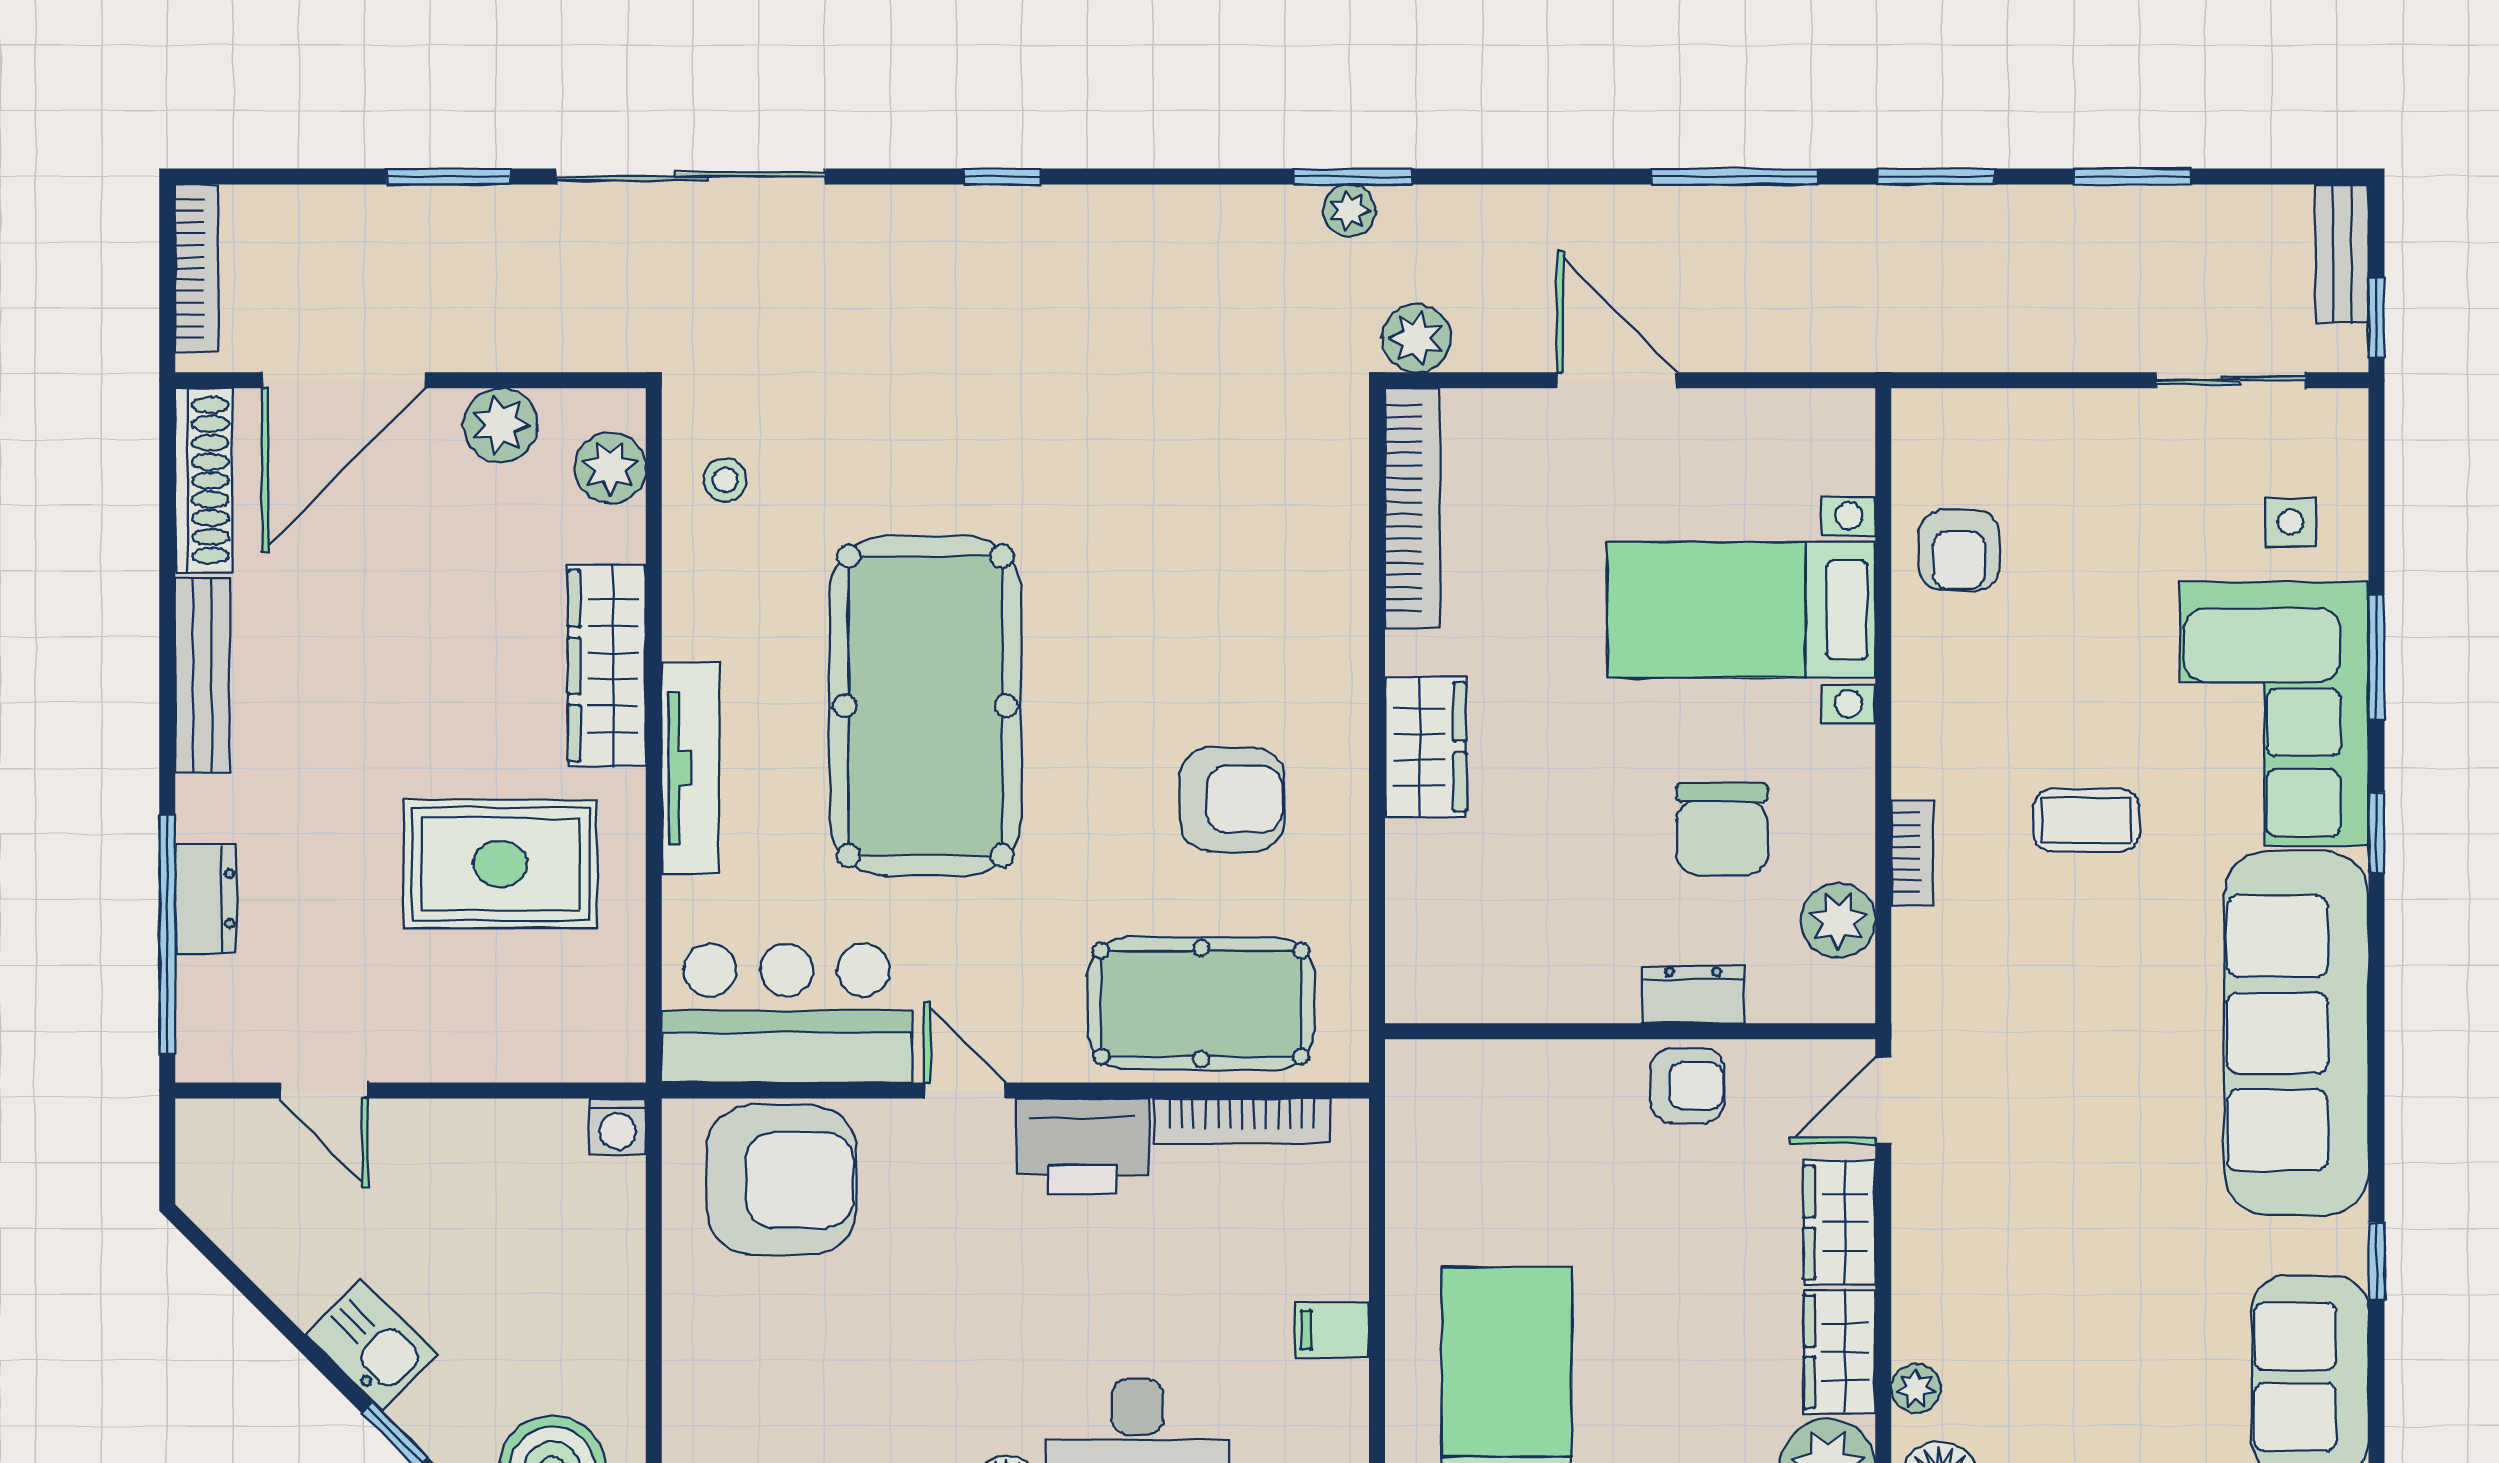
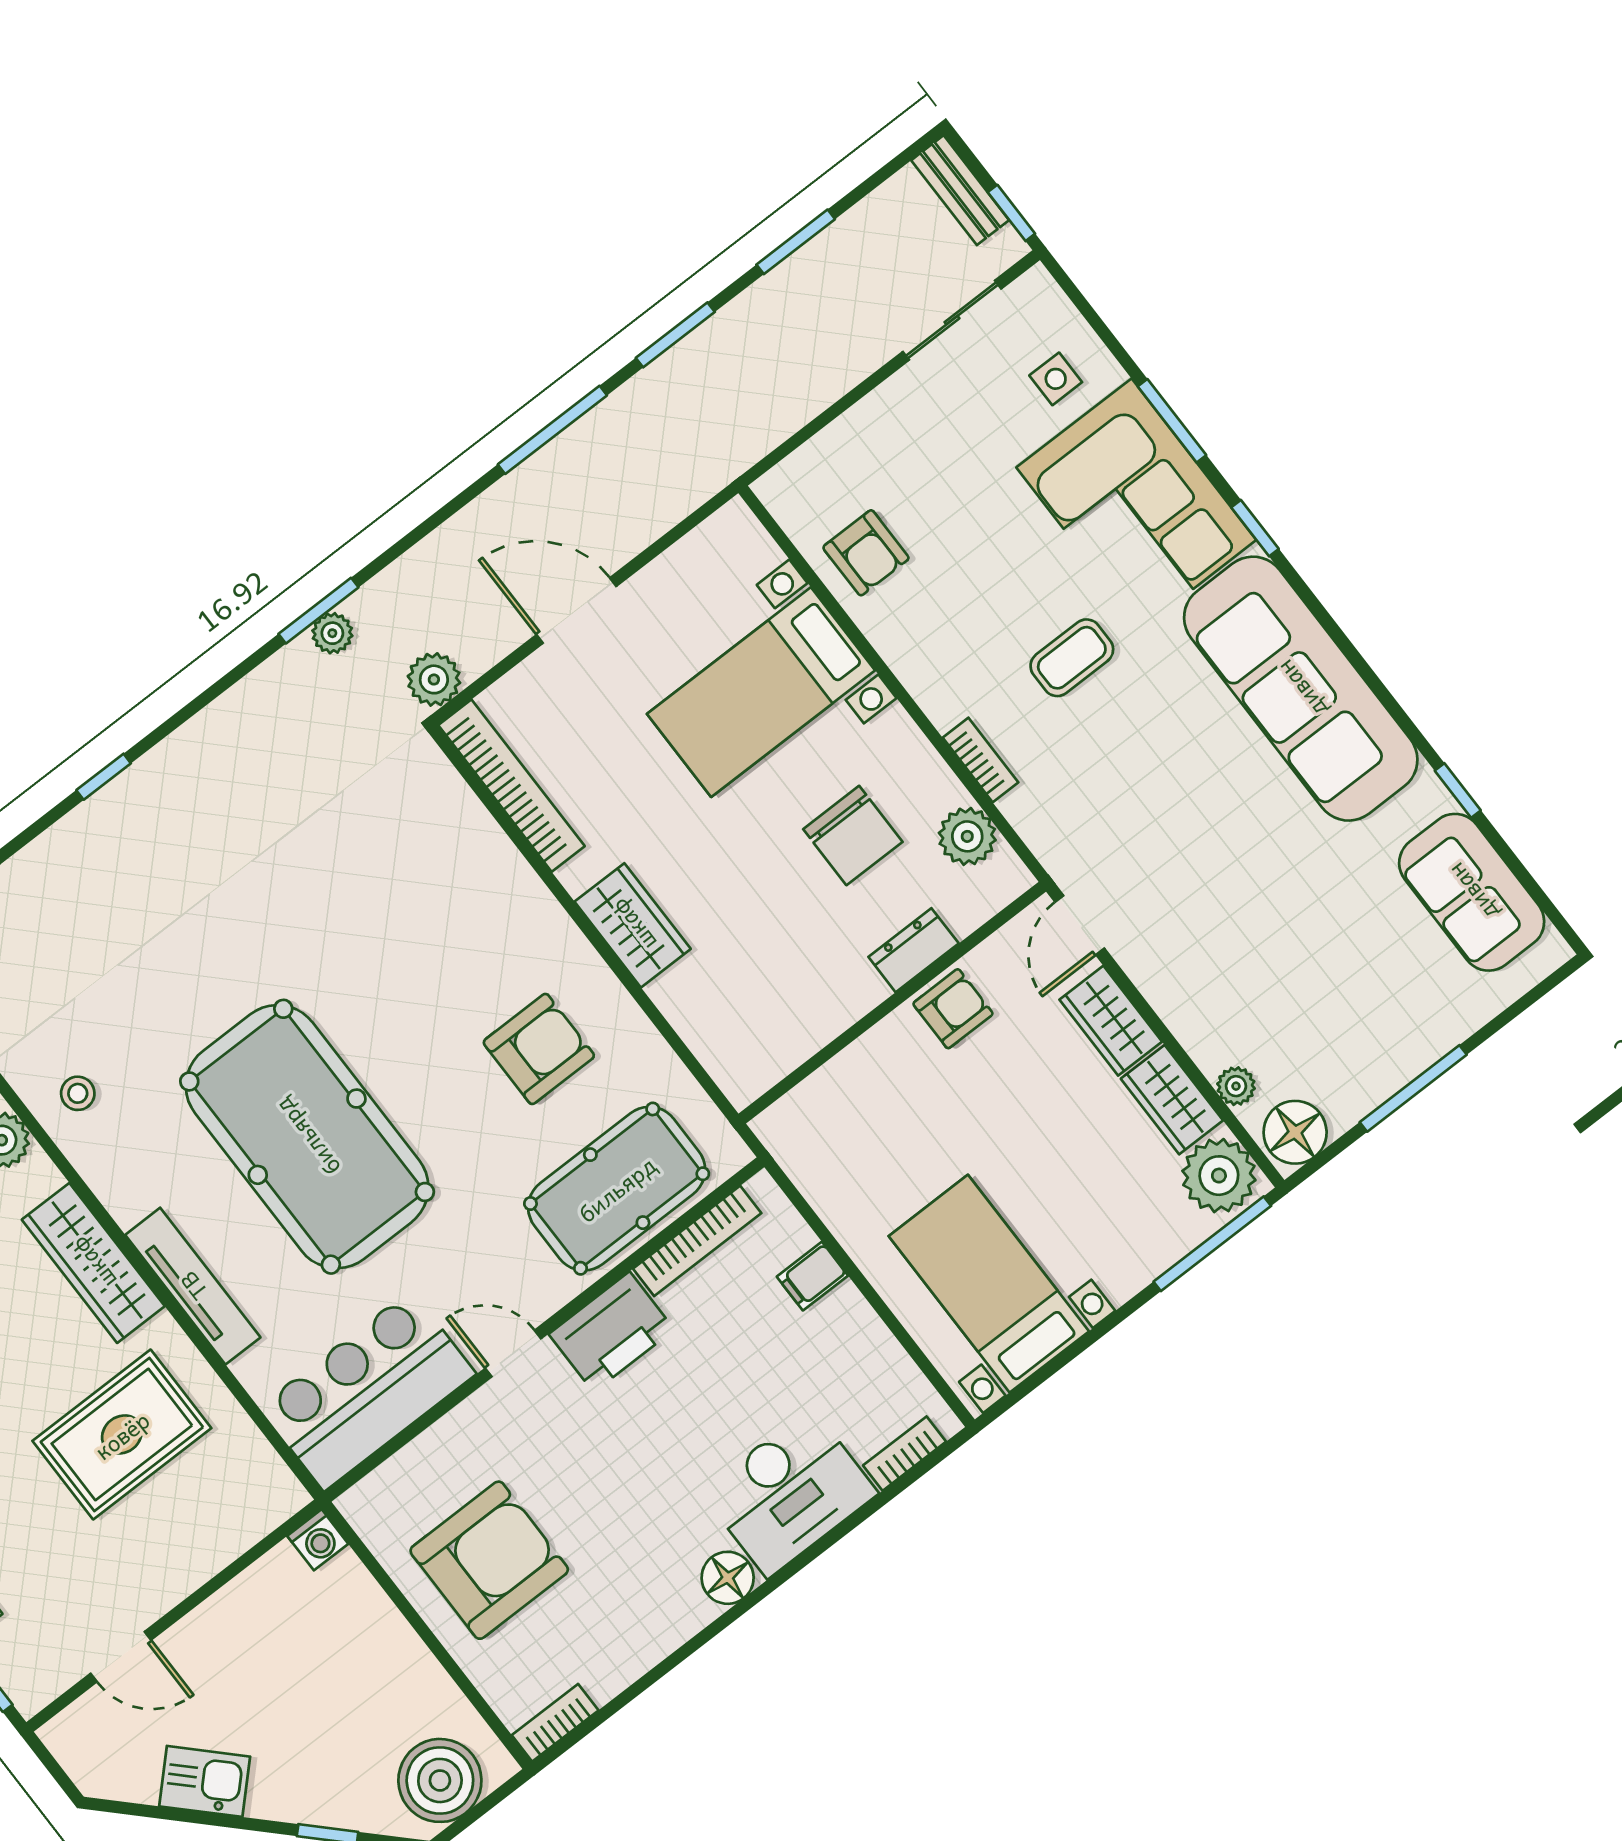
armchair: (782, 1180) -> (489, 1560), moved
filing cabinet: (1332, 1330) -> (812, 1276), moved
kitchen sink: (371, 1345) -> (205, 1781), moved

